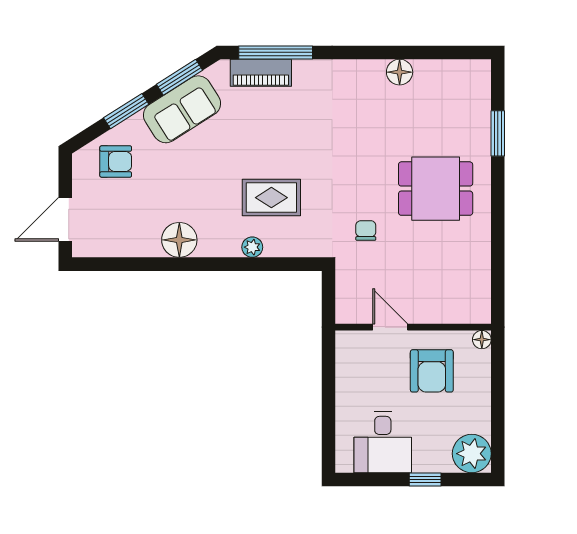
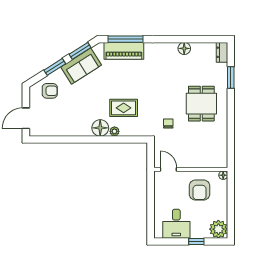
piano: (261, 73) -> (124, 51), width x1.37, depth x1.33
dresser: (479, 80) -> (222, 52), added
dining table: (436, 189) -> (201, 104), turned 90
floor lamp: (179, 240) -> (100, 128), moved
door: (390, 327) -> (168, 169), moved

